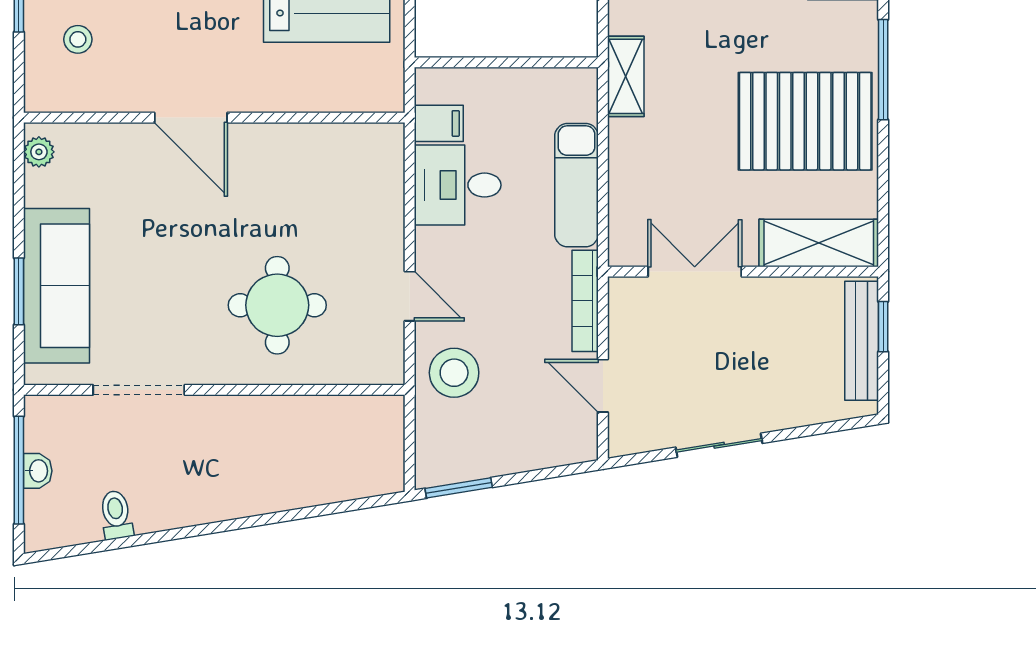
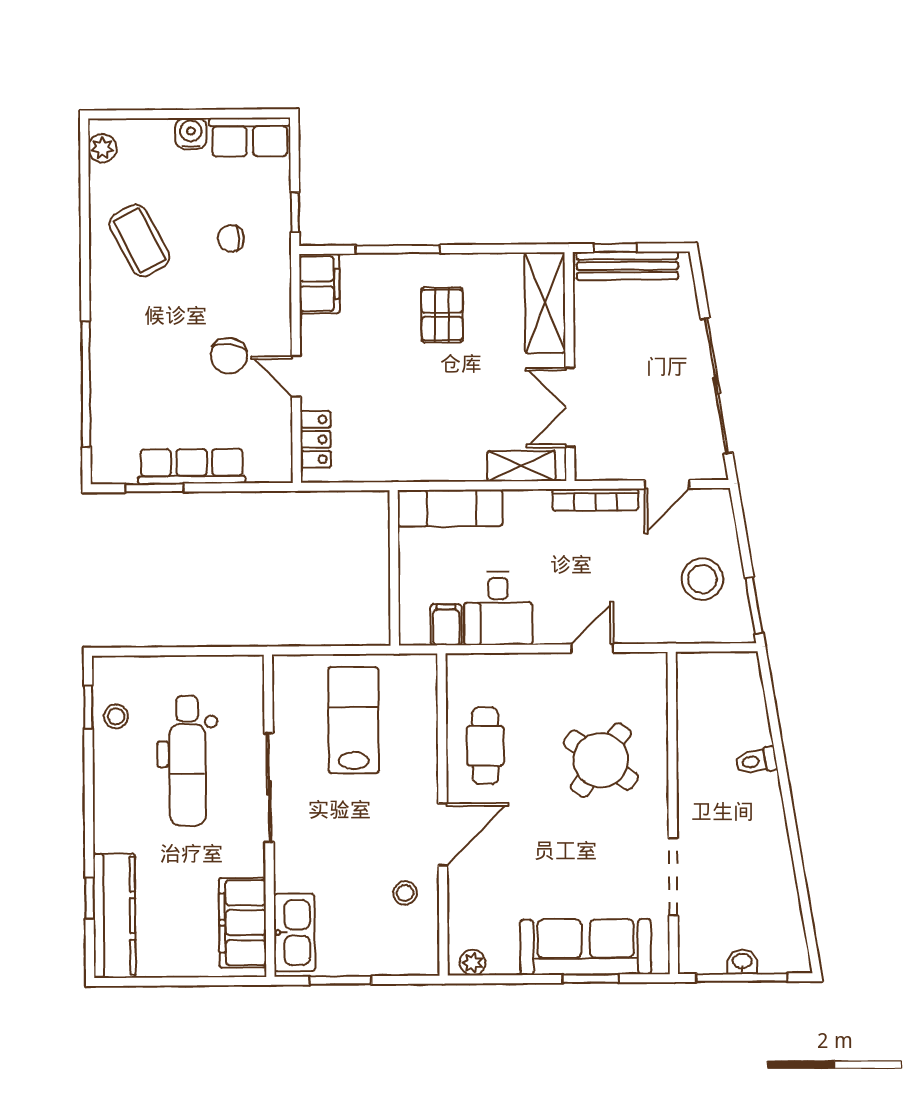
stool: (78, 39) -> (405, 893), moved
shelving: (626, 76) -> (521, 466), moved
pallet: (805, 121) -> (442, 315), width x0.49, depth x0.50
cafe table: (295, 169) -> (485, 746), added
exam couch: (577, 185) -> (450, 508), moved
round table: (277, 305) -> (601, 760), turned 36
stool: (454, 373) -> (702, 579), moved
sliding door: (719, 445) -> (717, 386), width x1.86
toilet: (116, 515) -> (756, 761), moved

